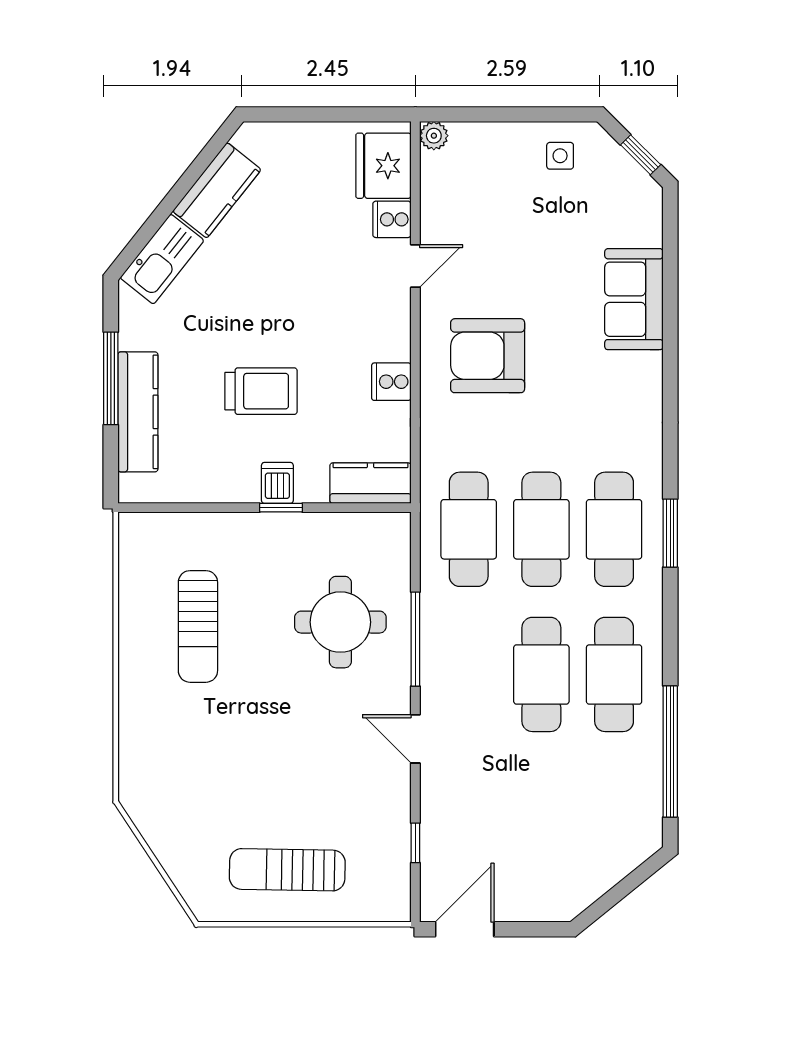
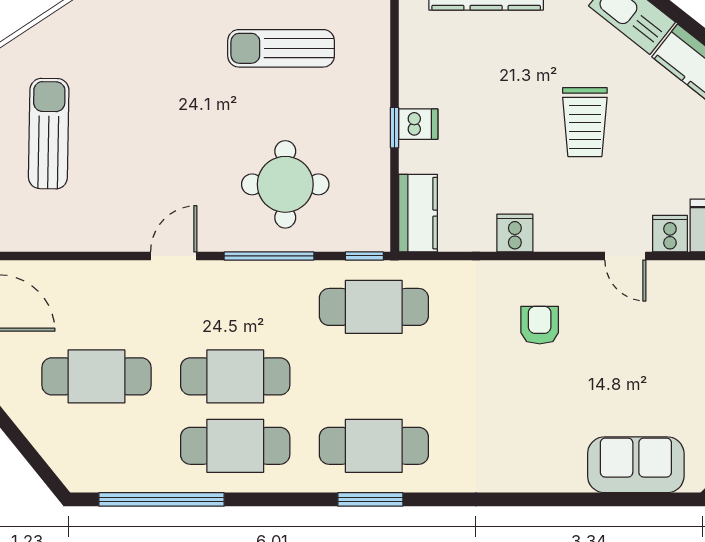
sofa: (634, 299) -> (636, 465), moved
armchair: (488, 356) -> (540, 325), width x0.53, depth x0.53
trolley: (261, 391) -> (585, 122), moved
cafe table: (541, 529) -> (97, 376), moved
window: (415, 843) -> (364, 256), moved

